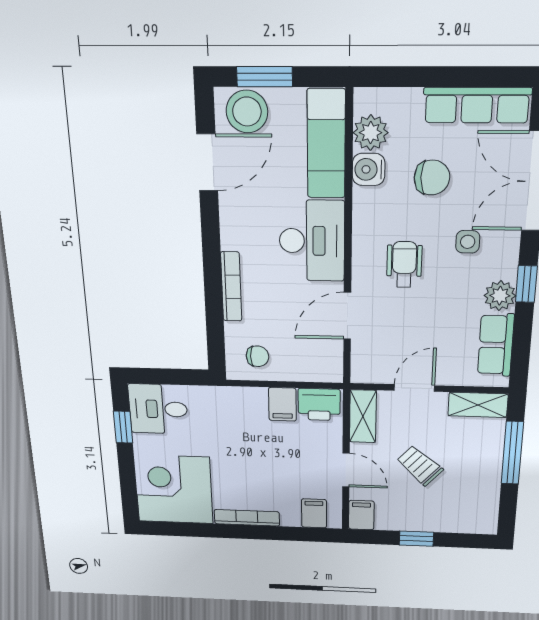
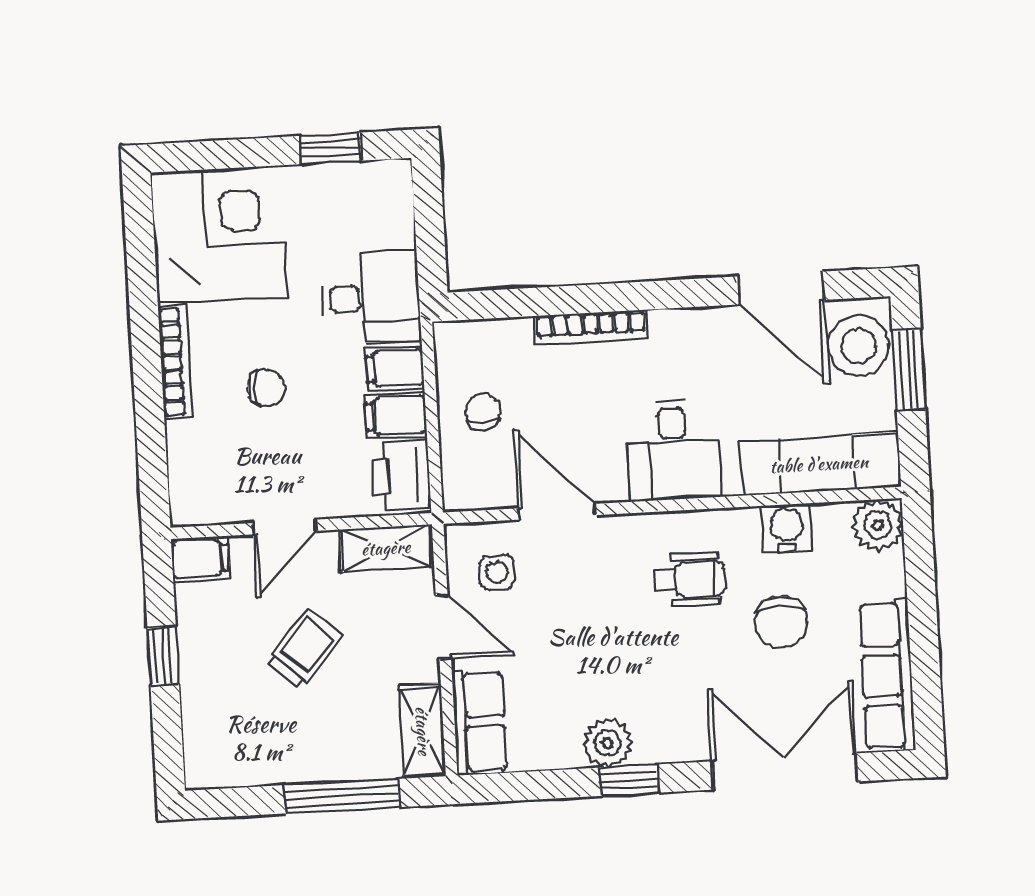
plant: (371, 133) -> (878, 525), moved
desk: (312, 241) -> (673, 450), width x0.73
side table: (468, 242) -> (497, 572), moved
wheelchair: (404, 264) -> (690, 580), moved
row of seats: (496, 345) -> (480, 722), moved, turned 90
chair: (257, 356) -> (483, 412), moved, turned 180
desk: (158, 409) -> (371, 298), moved, turned 90
chair: (263, 473) -> (267, 388), added
filing cabinet: (314, 513) -> (395, 368), moved, turned 180

